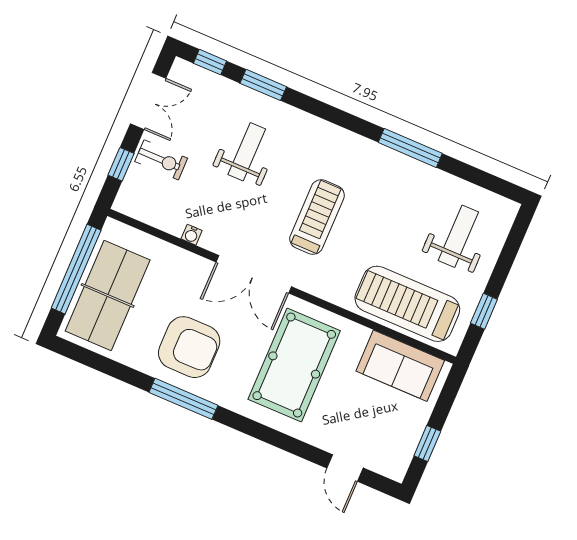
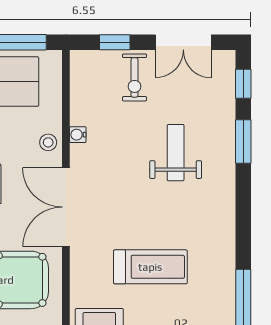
weight bench: (247, 152) -> (176, 153), turned -90
treadmill: (317, 217) -> (150, 267), moved
stool: (187, 265) -> (48, 142), added

